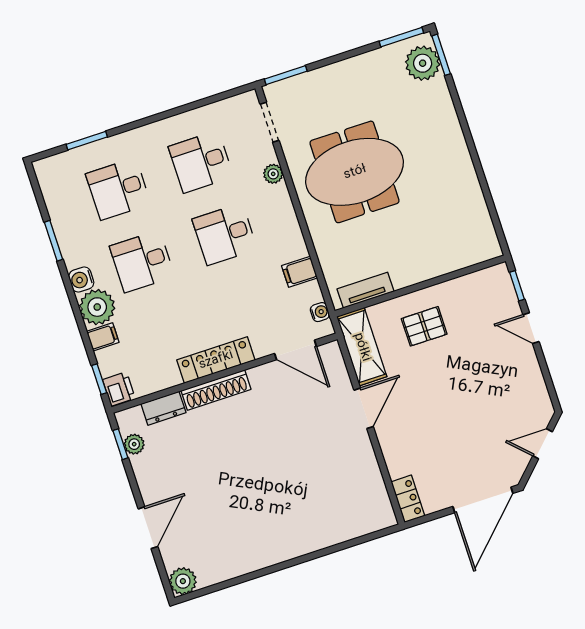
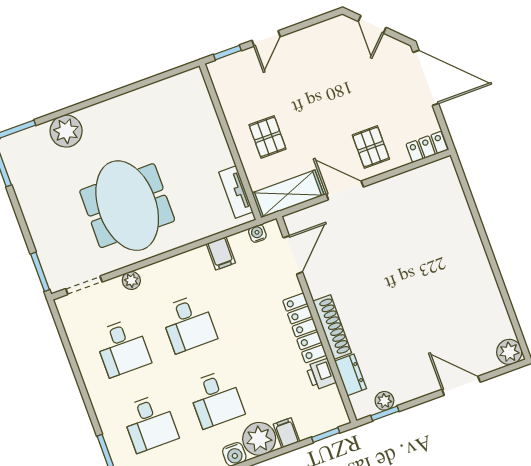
plant: (423, 63) -> (66, 131), moved
printer: (119, 389) -> (321, 374), moved, turned -90
pallet: (410, 438) -> (371, 147), added

